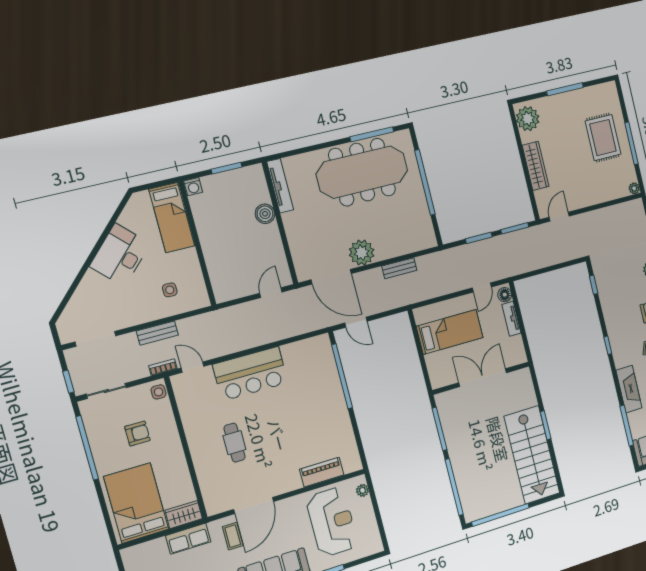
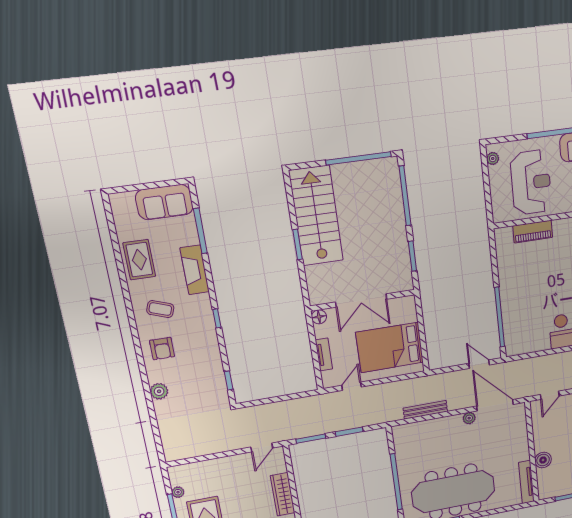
plant: (634, 188) -> (178, 492), moved
plant: (362, 253) -> (469, 418), width x0.53, depth x0.53
bench: (399, 268) -> (425, 410), width x1.36
floor lamp: (505, 295) -> (319, 317), moved
bed: (450, 332) -> (390, 347), width x1.50
window: (440, 429) -> (412, 256), width x0.69
plant: (362, 490) -> (493, 159), moved
reception desk: (332, 522) -> (531, 182), turned 180

